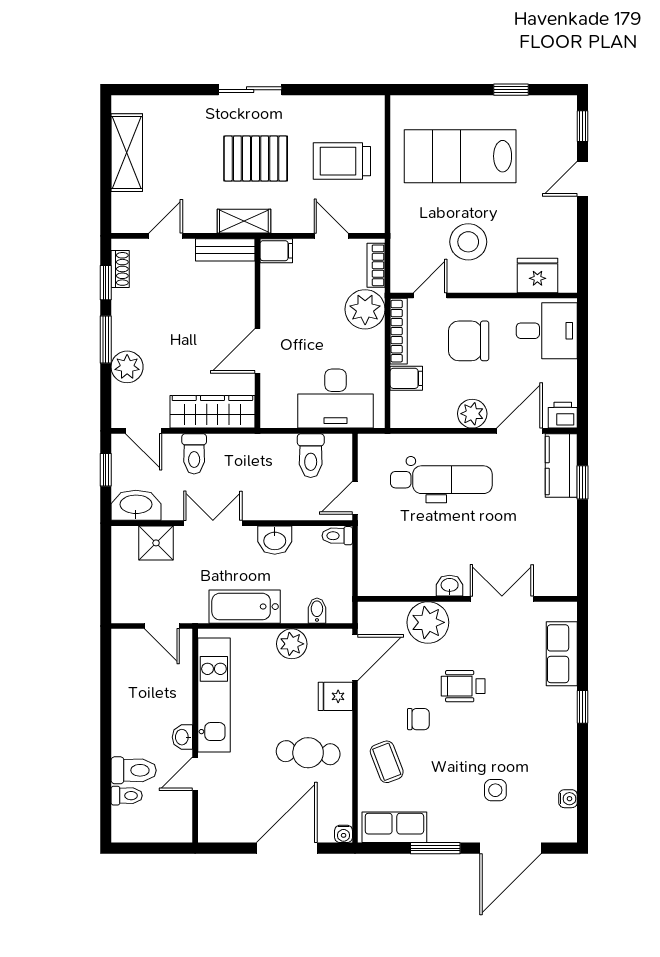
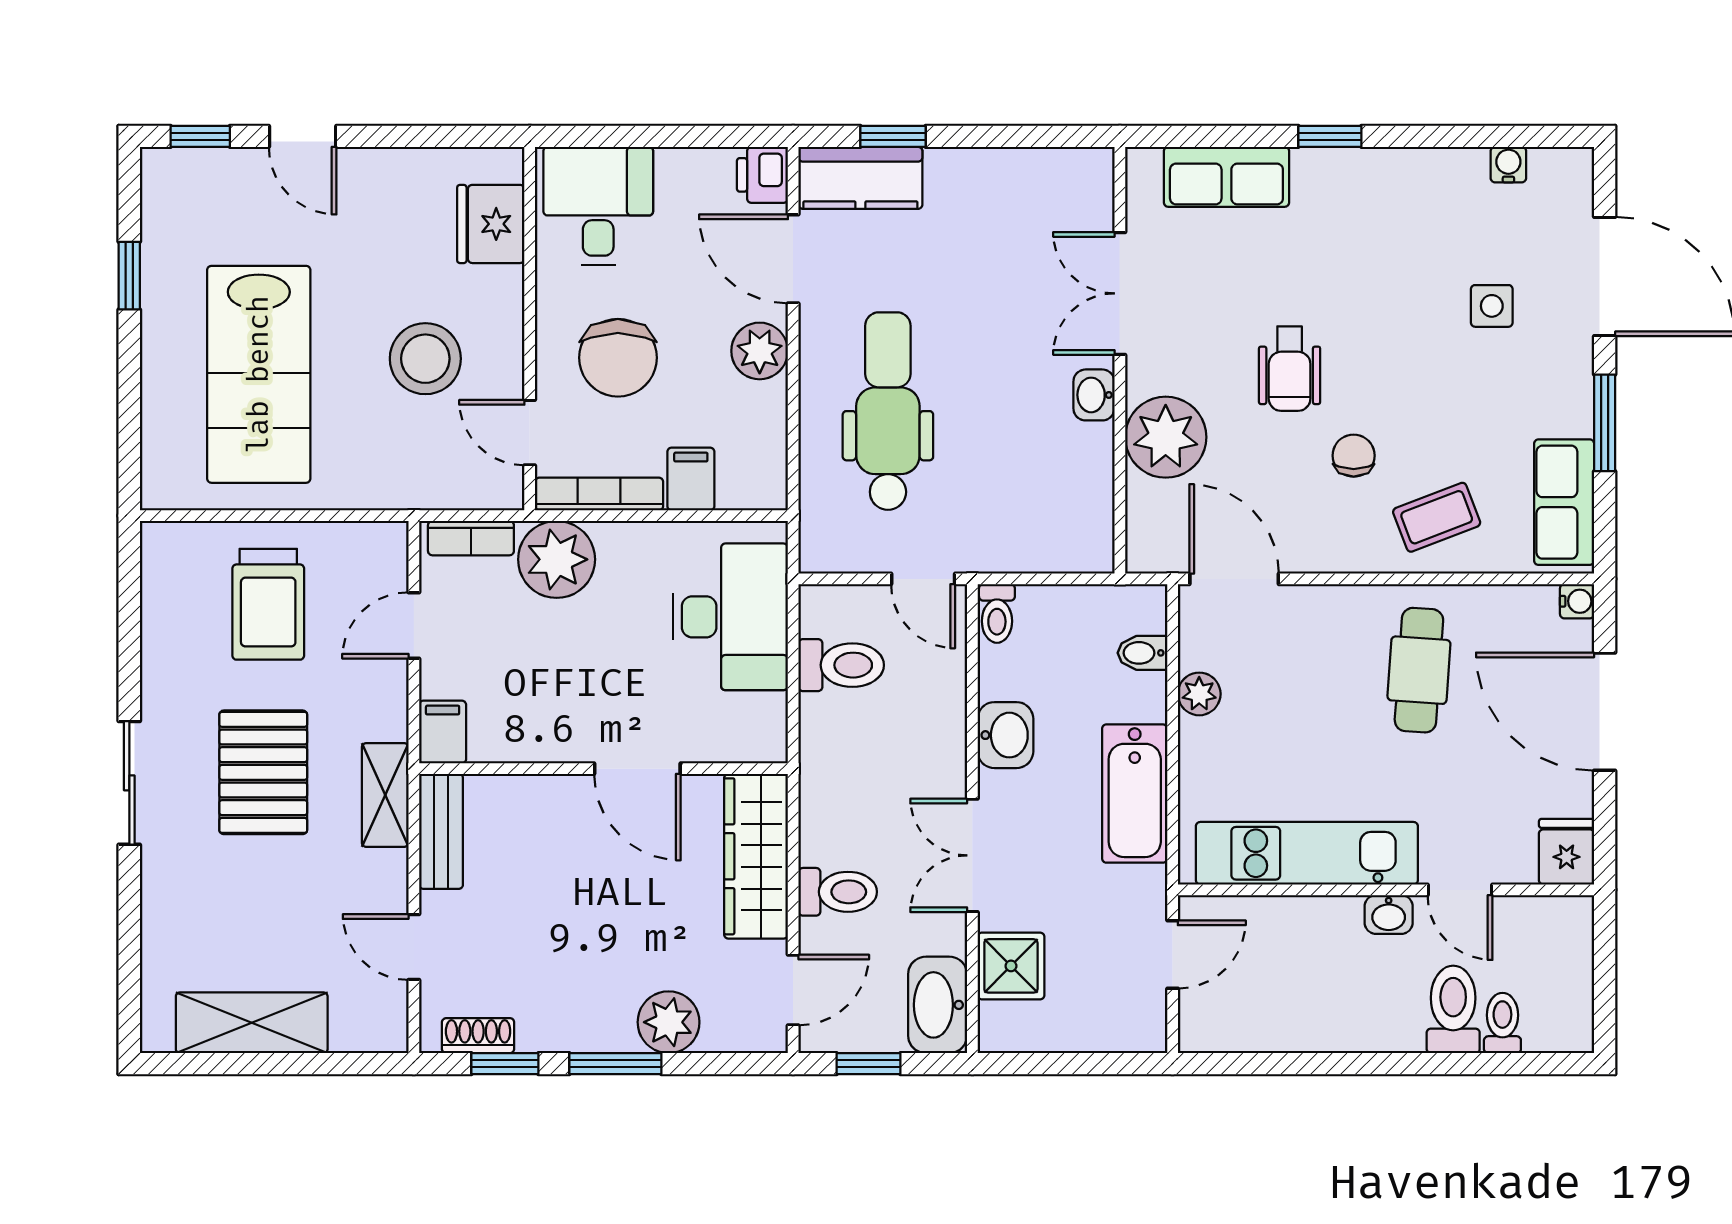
plant: (292, 644) -> (1199, 694), width x0.73, depth x0.73
fridge: (335, 696) -> (1567, 852), moved, turned 180

